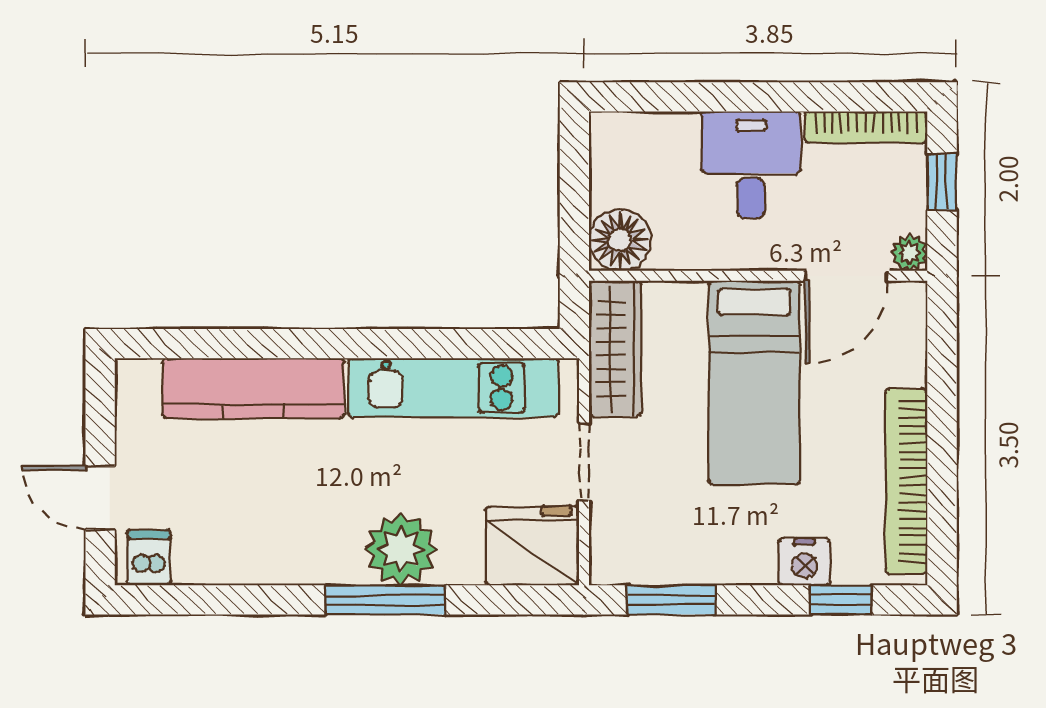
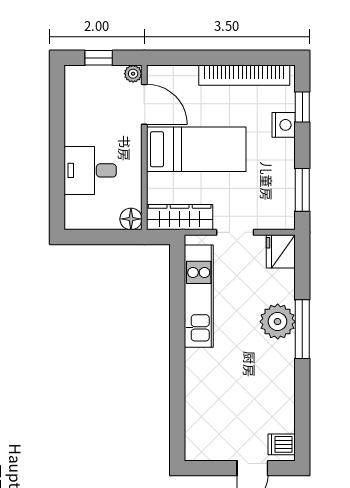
bookcase: (866, 127) -> (72, 95), removed
desk: (751, 165) -> (90, 170), moved
floor lamp: (620, 240) -> (131, 219), width x0.73, depth x0.73
kitchen counter: (253, 388) -> (199, 393), removed
fridge: (532, 546) -> (281, 251), width x0.73, depth x0.75

